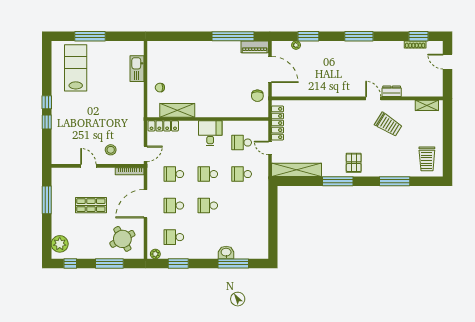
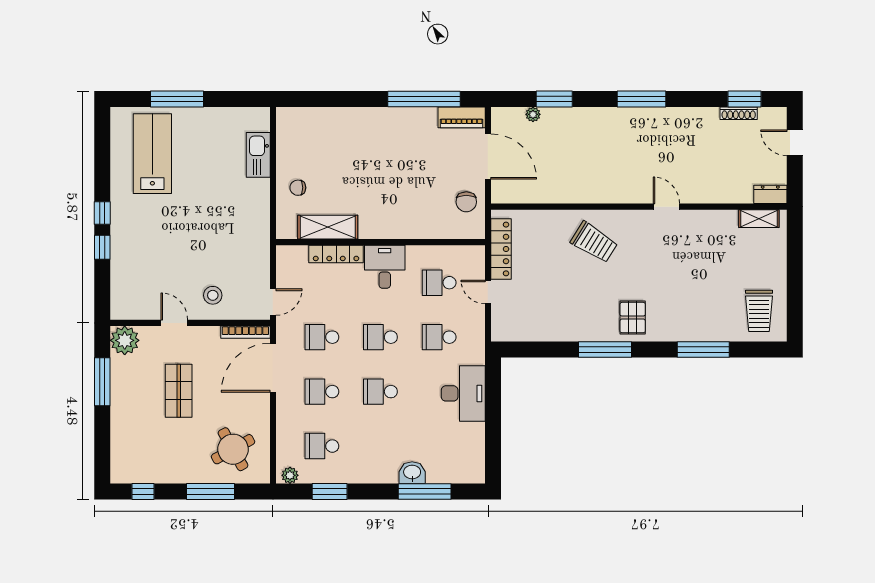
dresser: (392, 91) -> (770, 194), moved
trolley: (388, 125) -> (594, 242), moved
locker: (163, 126) -> (336, 254), moved
shelving: (297, 170) -> (534, 330), removed
door: (146, 204) -> (273, 368), moved
shop shelf: (91, 205) -> (179, 391), turned 90
desk: (256, 207) -> (463, 393), added
plant: (60, 244) -> (125, 340), moved

